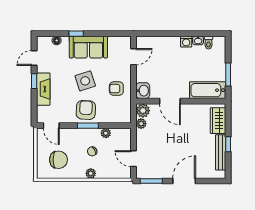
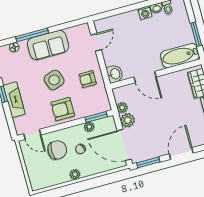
window: (76, 34) -> (32, 35), width x2.17
armchair: (86, 110) -> (63, 109), turned -93
plant: (143, 111) -> (128, 120), moved
window: (88, 126) -> (96, 117), moved
door: (134, 159) -> (124, 145), width x1.87
chair: (58, 160) -> (57, 150), moved
plant: (91, 173) -> (75, 174), moved

